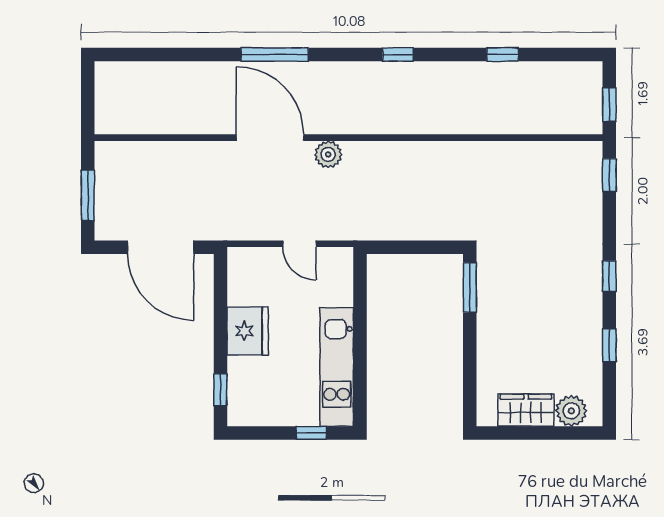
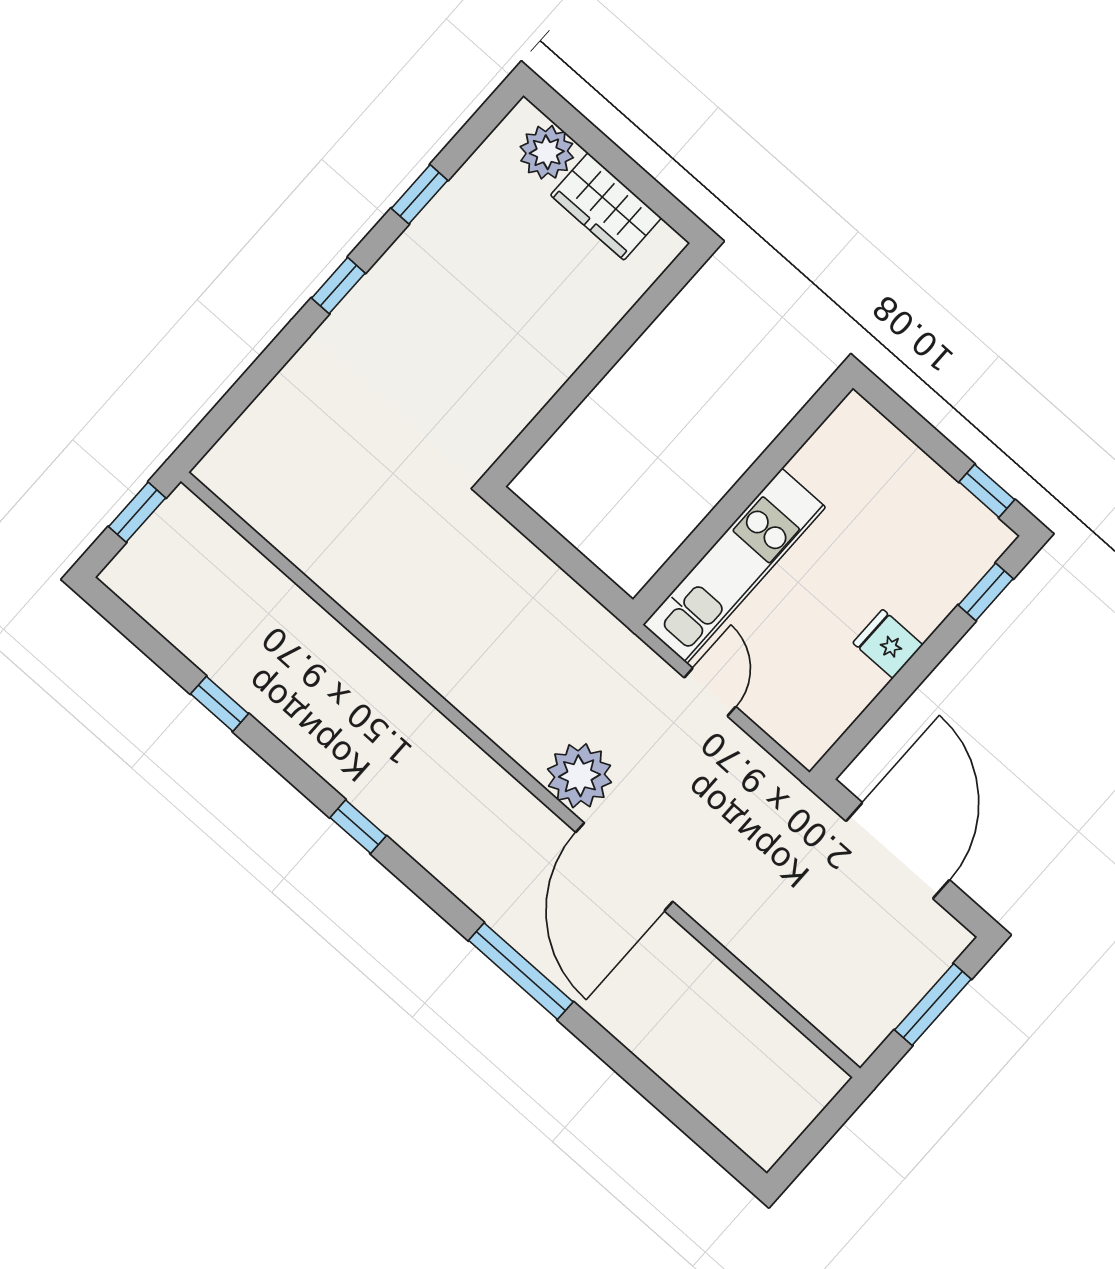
plant: (328, 154) -> (579, 776), width x1.36, depth x1.36
window: (609, 175) -> (220, 419), removed
window: (470, 287) -> (536, 434), removed
fridge: (248, 331) -> (888, 644), width x0.53, depth x0.75
kitchen unit: (337, 367) -> (734, 566), moved
window: (311, 433) -> (987, 491), moved

